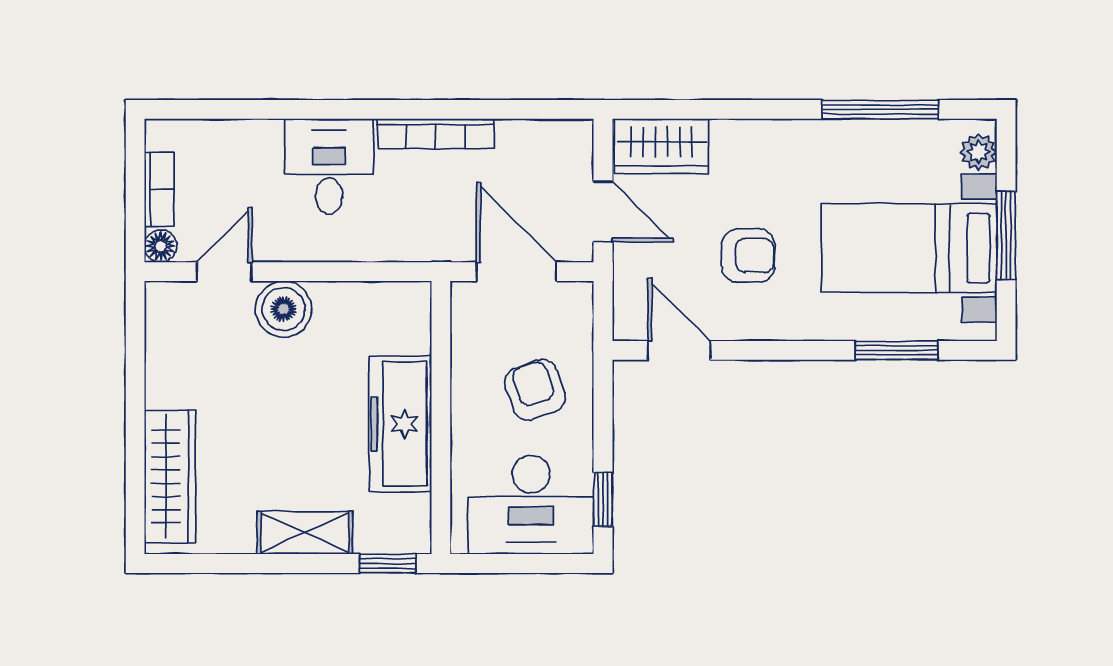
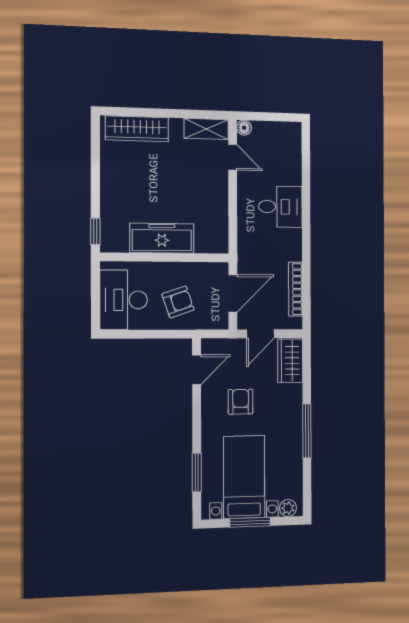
window: (880, 109) -> (307, 431), moved
bookcase: (436, 134) -> (296, 289), moved
bookcase: (159, 189) -> (270, 128), removed
armchair: (748, 255) -> (241, 402), turned 180
boiler: (283, 309) -> (215, 184), removed
window: (603, 499) -> (126, 334), removed
shelving: (305, 533) -> (206, 129), moved, turned 90

